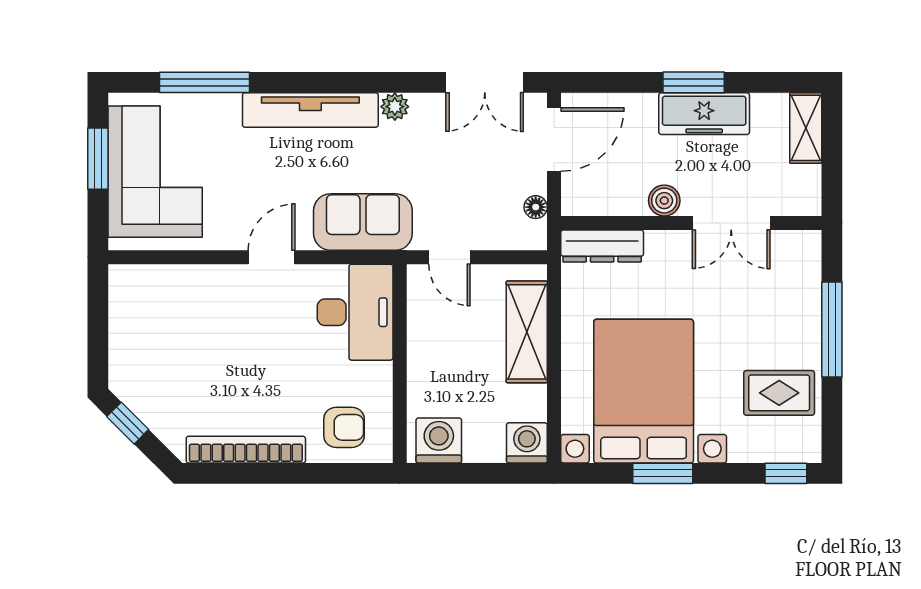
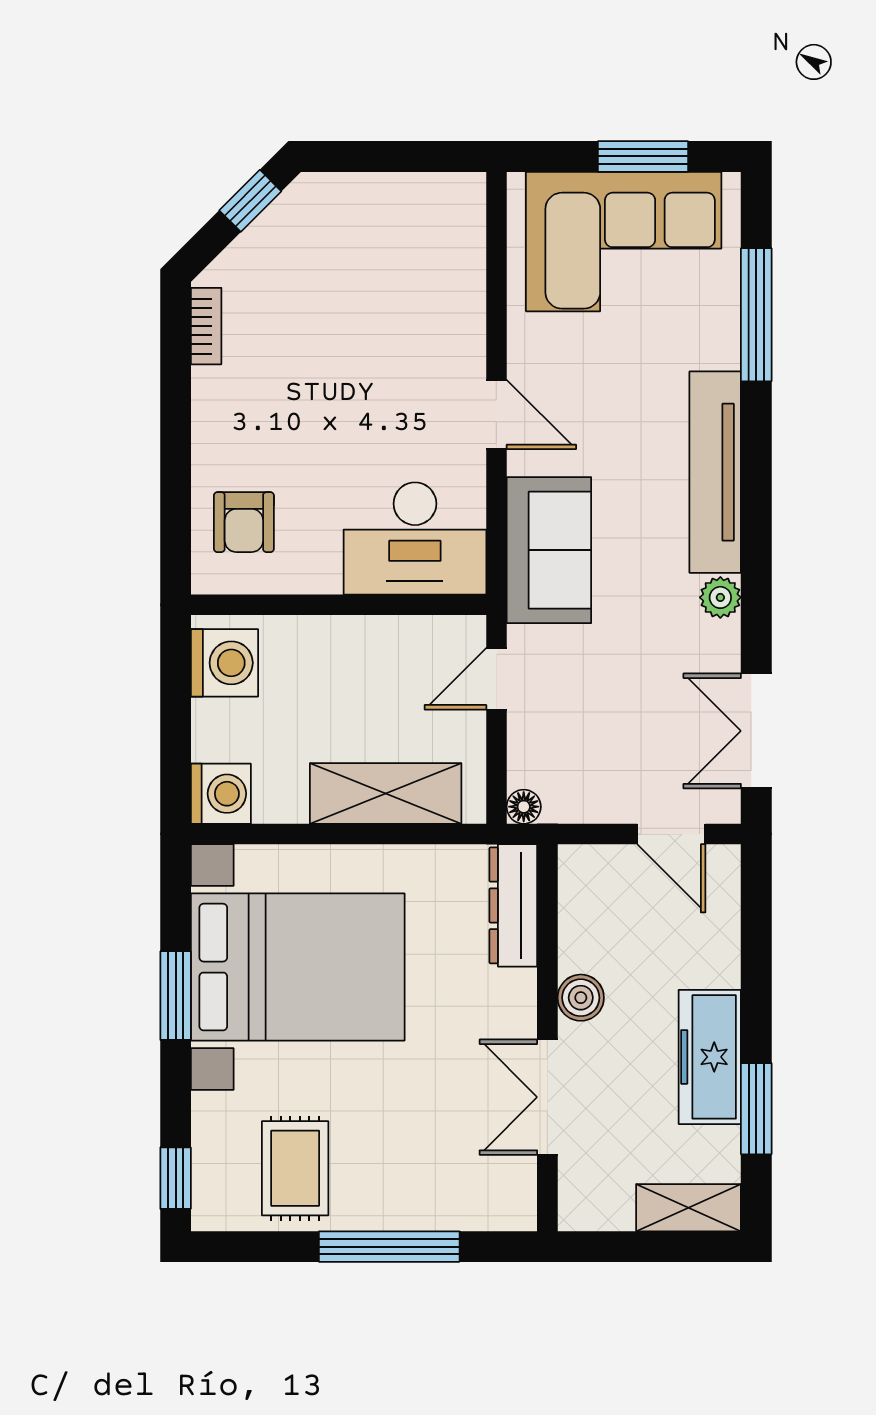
window: (694, 82) -> (756, 1109), moved
door: (554, 140) -> (671, 834), width x0.73
floor lamp: (536, 207) -> (524, 807), moved
bookcase: (246, 450) -> (206, 326), width x0.43, depth x0.76

